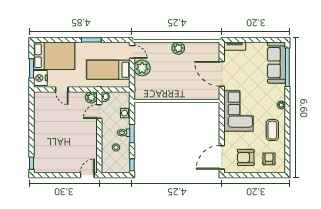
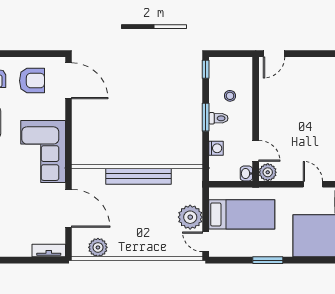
plant: (178, 48) -> (98, 247), moved
bench: (176, 95) -> (139, 176), added
door: (99, 111) -> (256, 151), hinge flipped
door: (222, 157) -> (69, 81), hinge flipped

